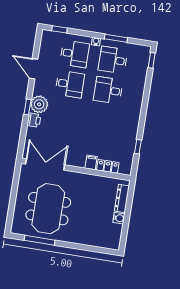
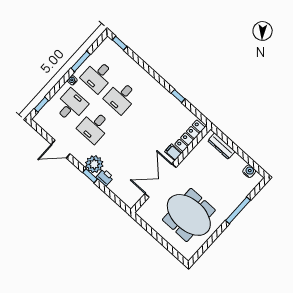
desk: (70, 84) -> (94, 127), turned 180
window: (138, 147) -> (178, 96), moved
double door: (45, 164) -> (160, 180), moved
locker: (108, 166) -> (190, 136), width x1.53
water cooler: (119, 218) -> (249, 171), moved
window: (40, 240) -> (238, 210), moved

